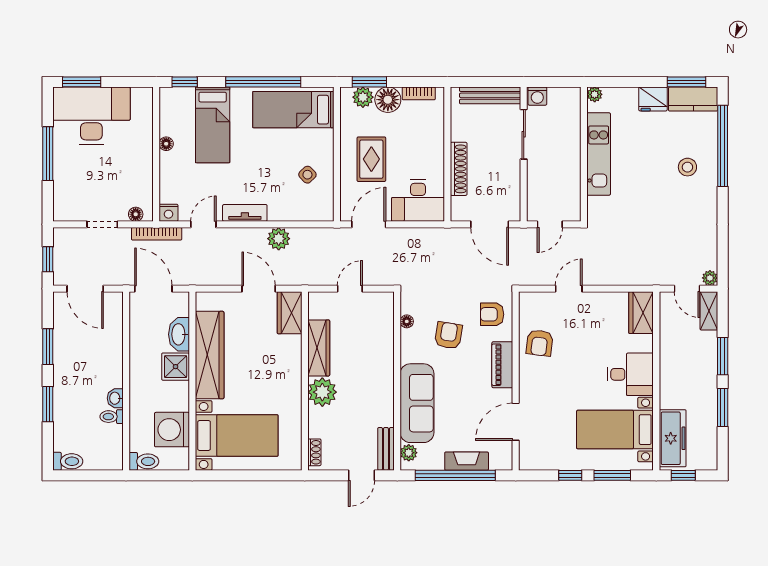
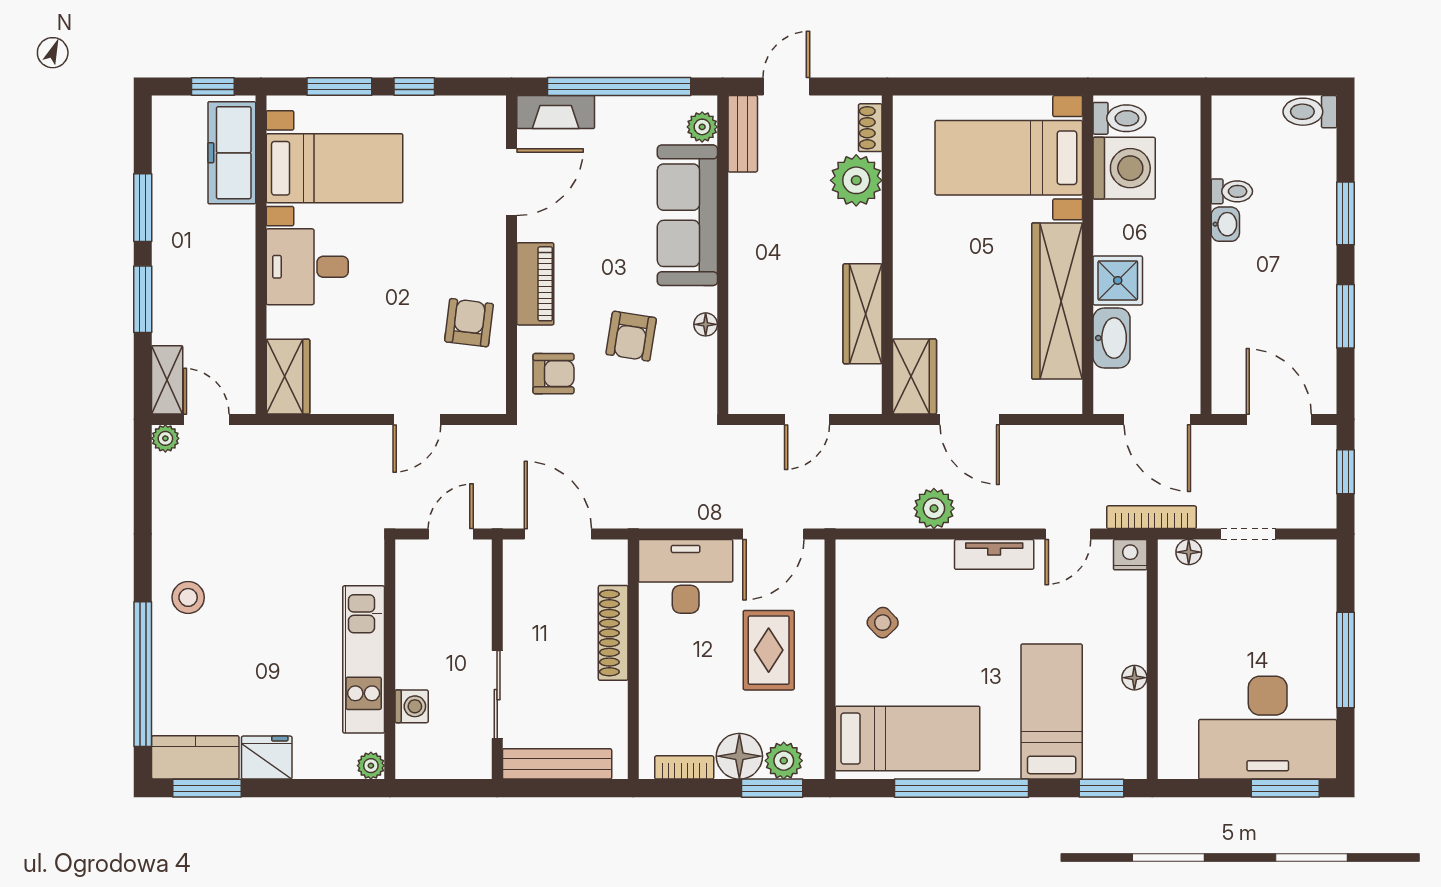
washing machine: (537, 96) -> (412, 706), moved, turned 90
stool: (687, 167) -> (188, 597), moved
floor lamp: (407, 321) -> (706, 324), moved
plant: (322, 392) -> (856, 180), moved
toilet: (144, 461) -> (1120, 118), moved, turned 180
fireplace: (467, 461) -> (556, 112), moved

